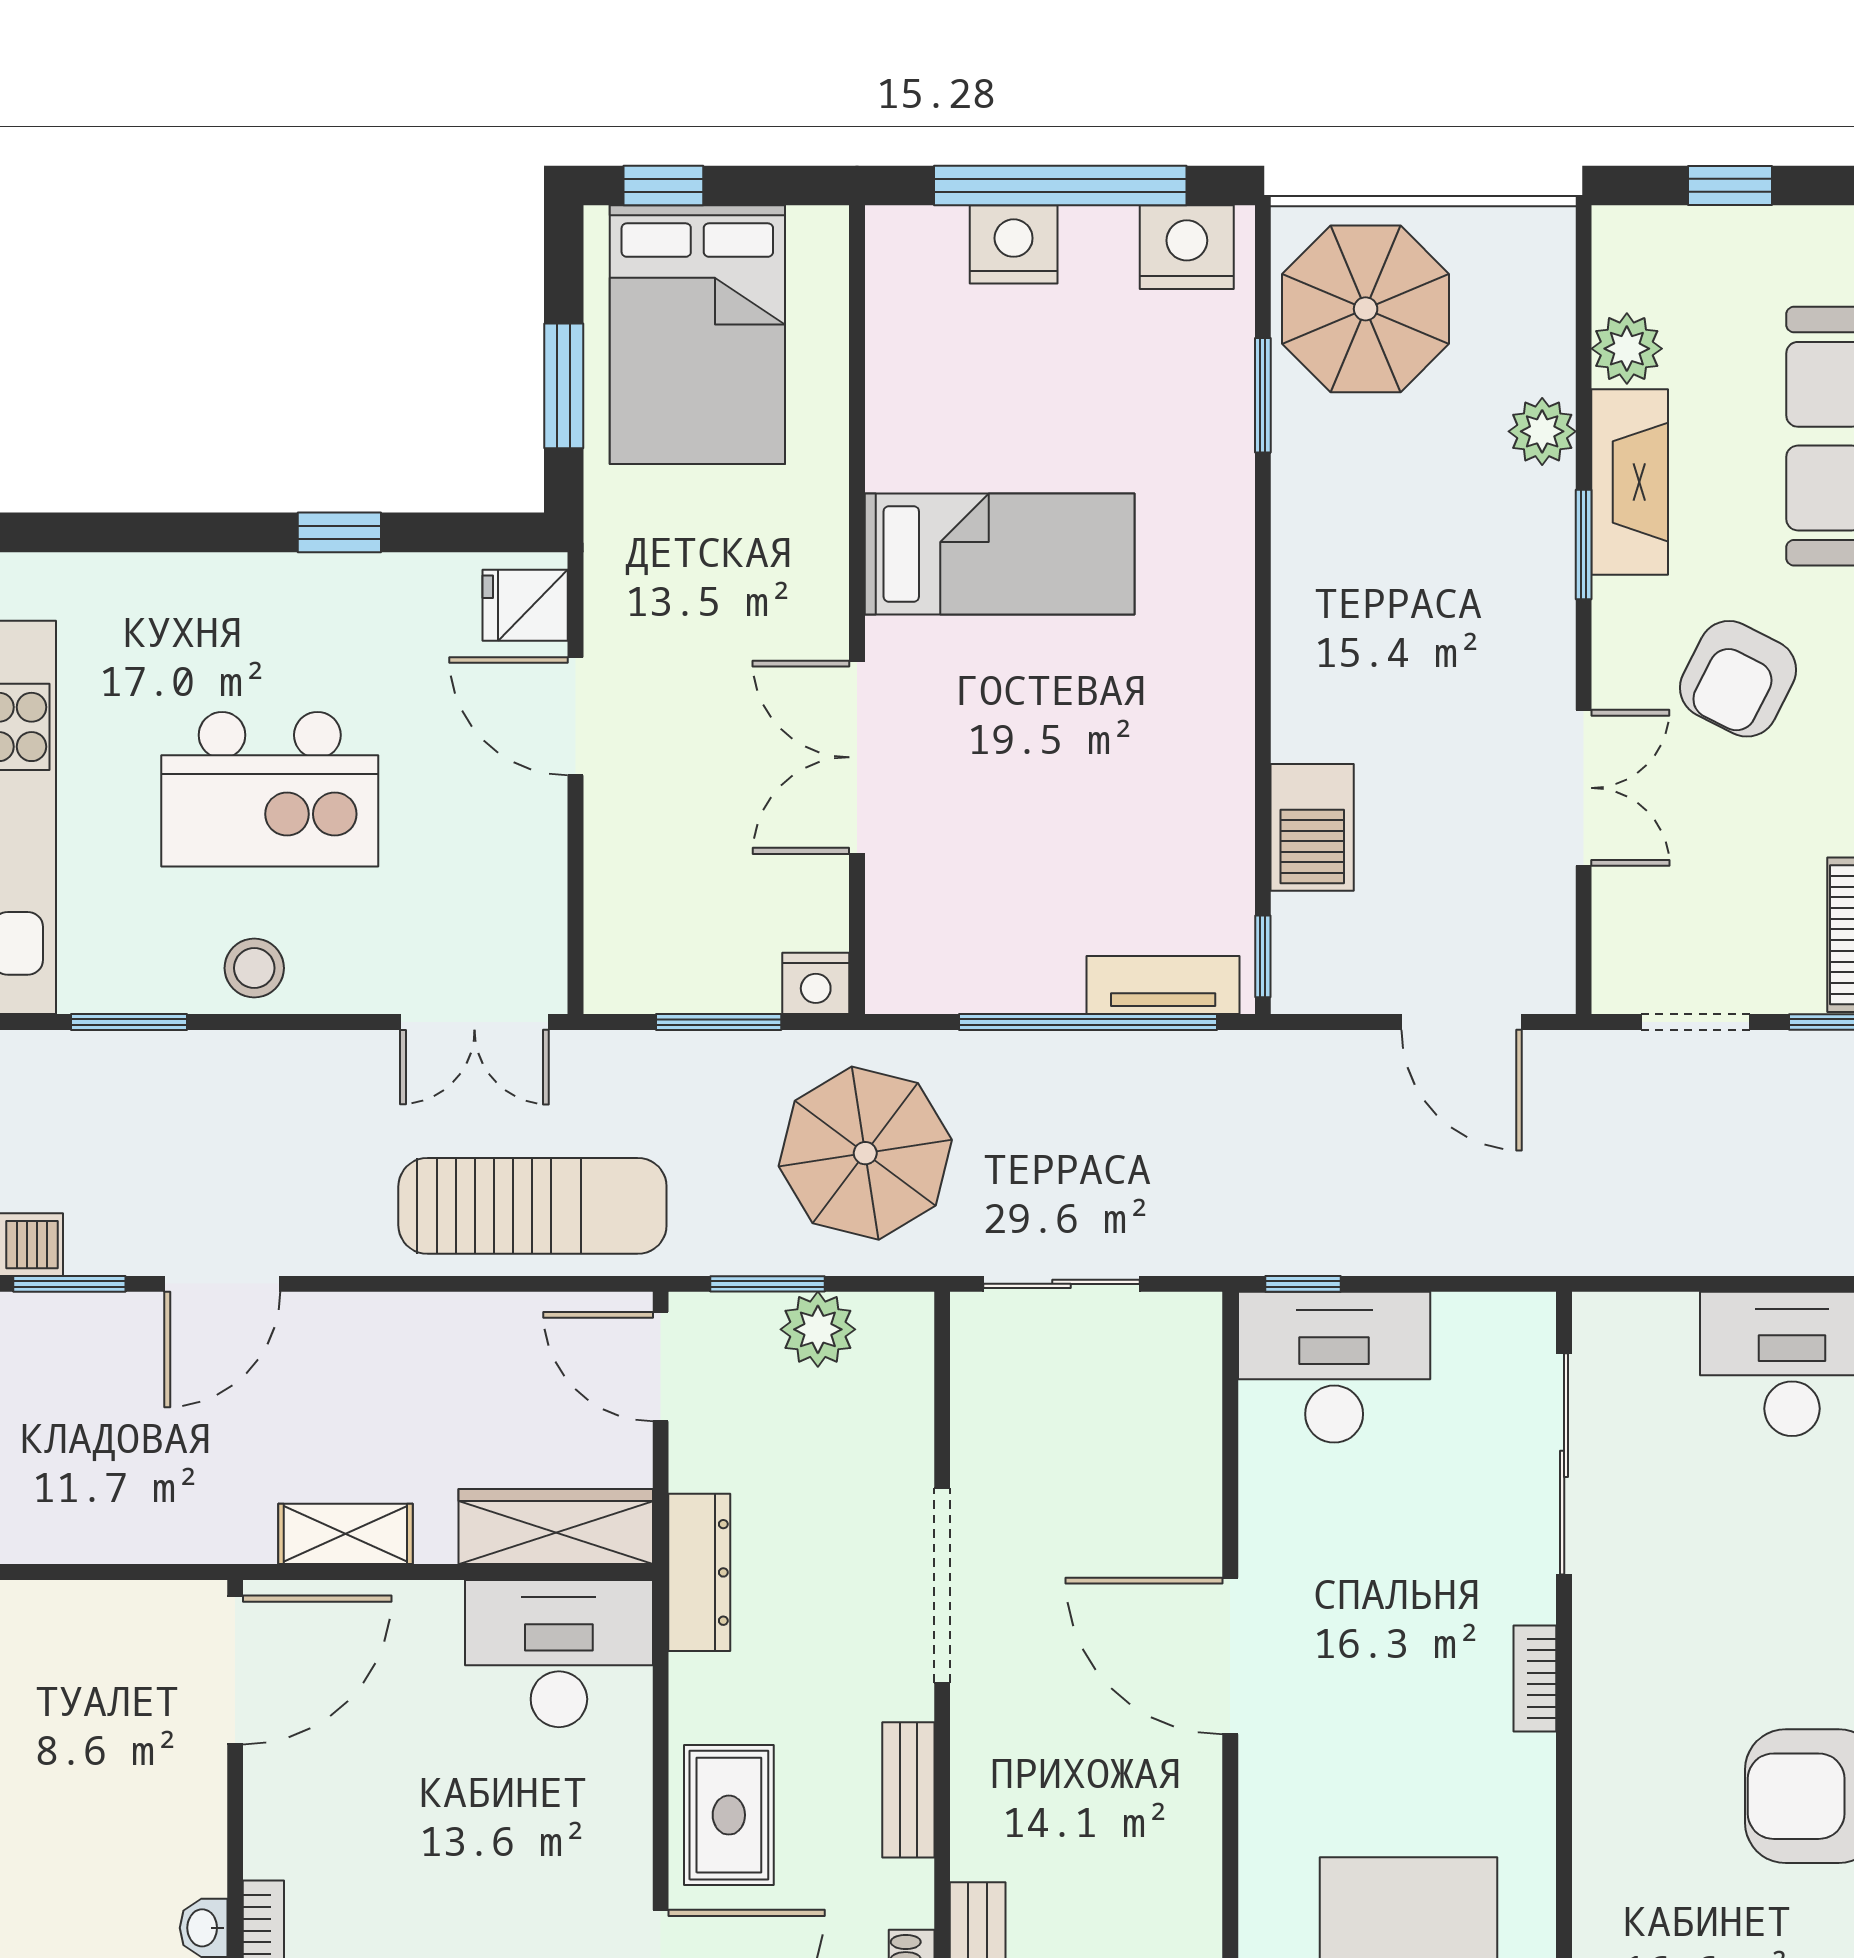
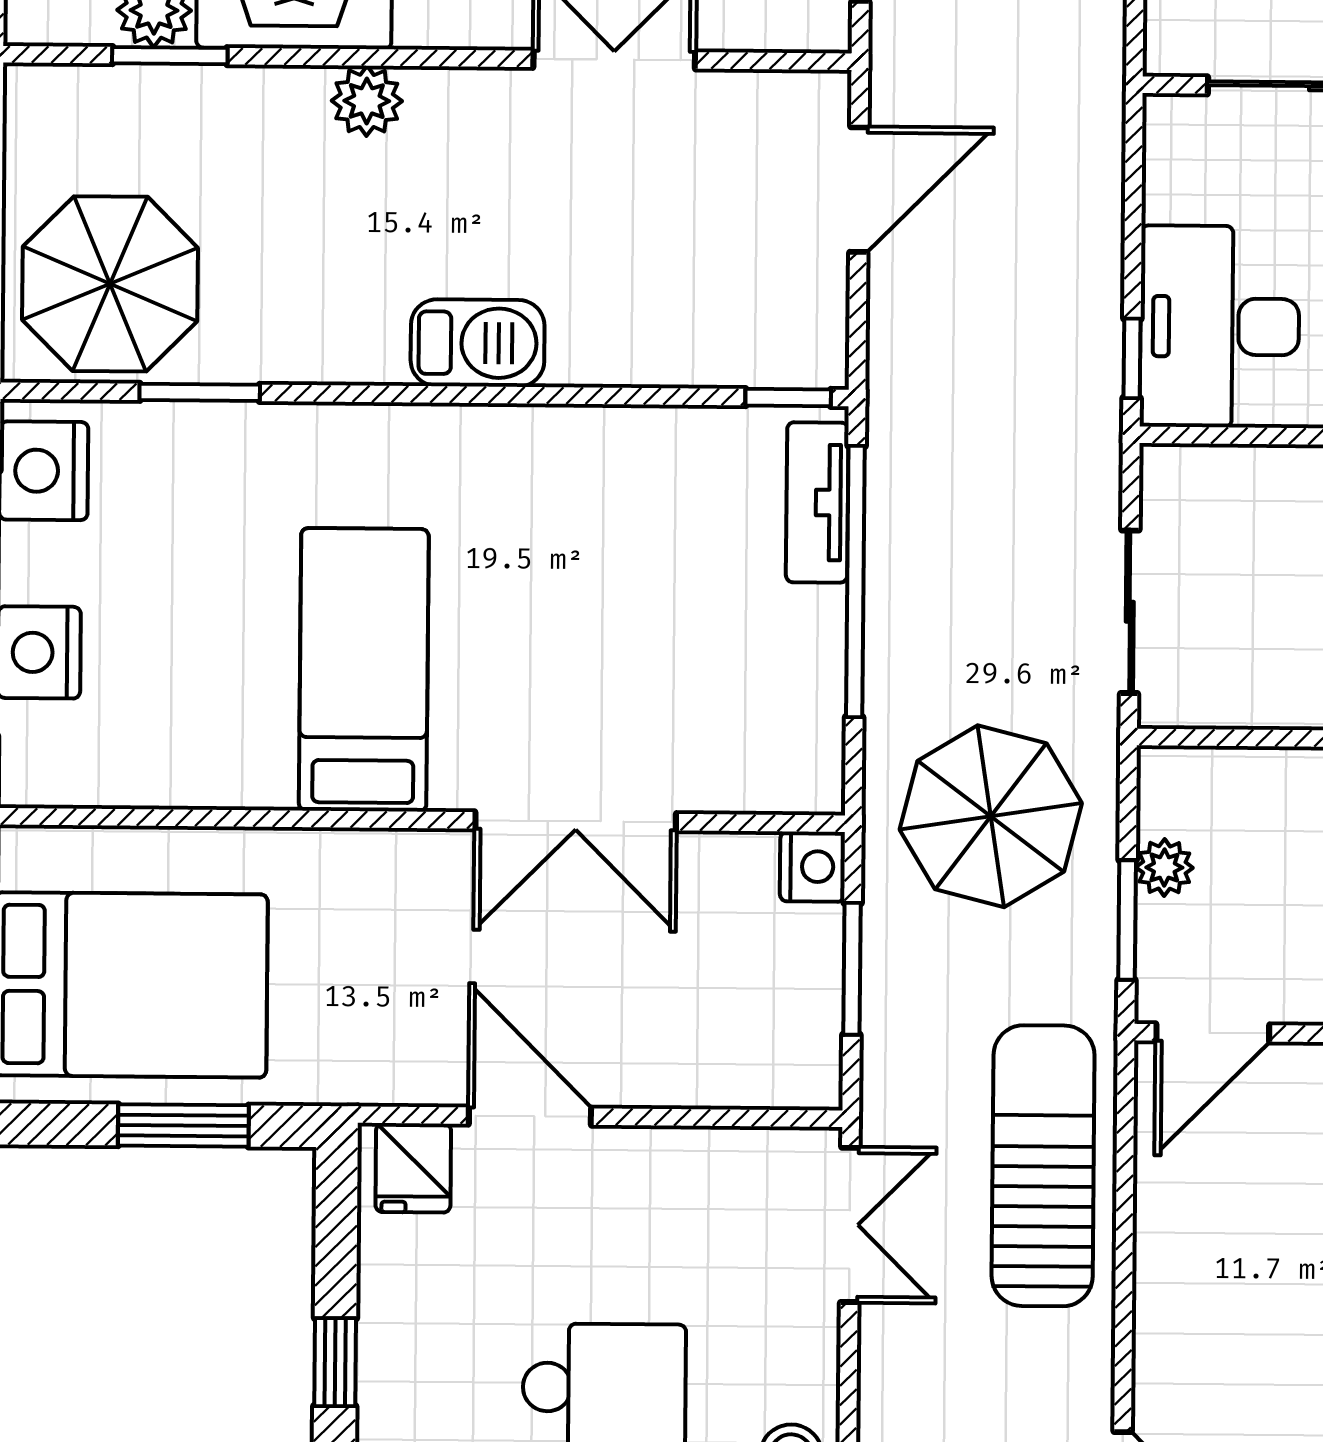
plant: (1542, 431) -> (367, 101), moved
window: (1584, 545) -> (170, 56), moved
door: (576, 716) -> (530, 1116), swing flipped
barbecue: (1312, 827) -> (478, 343), moved
plant: (818, 1329) -> (1164, 868), width x0.73, depth x0.73

